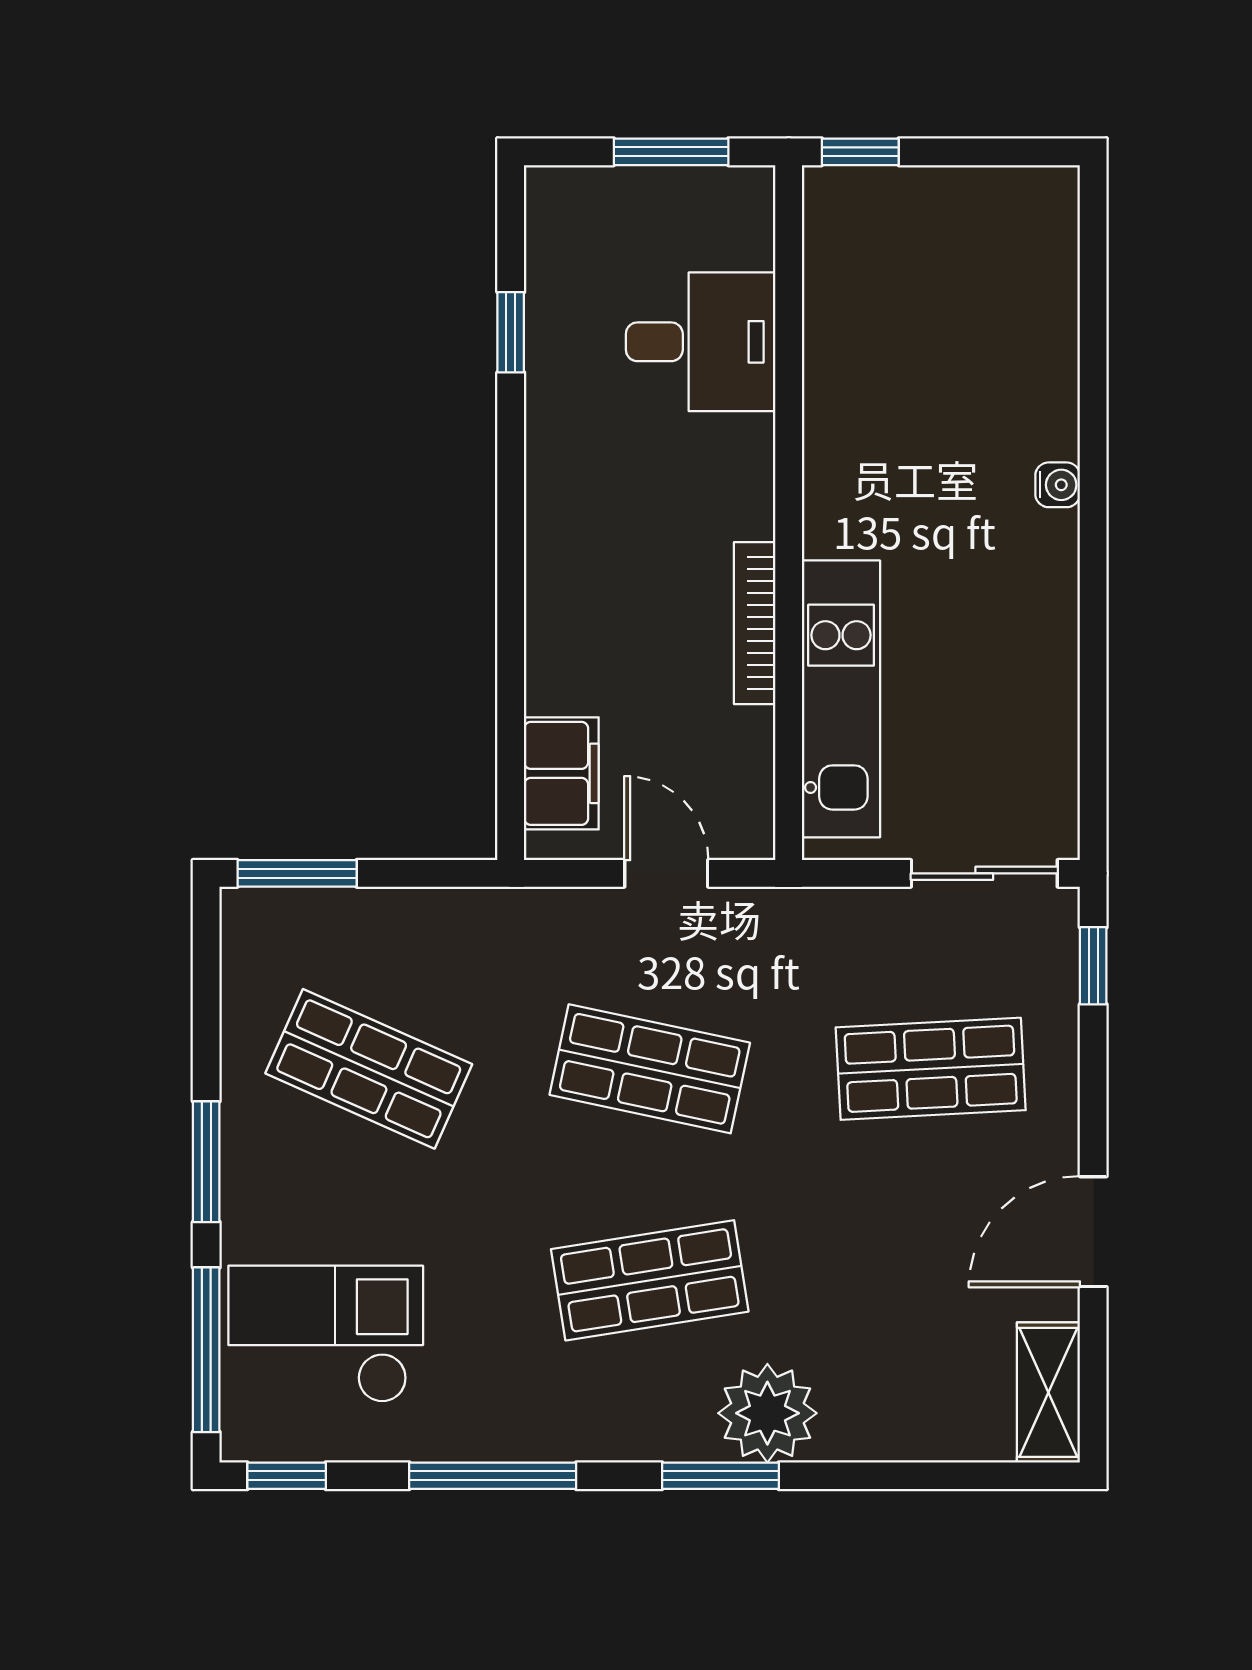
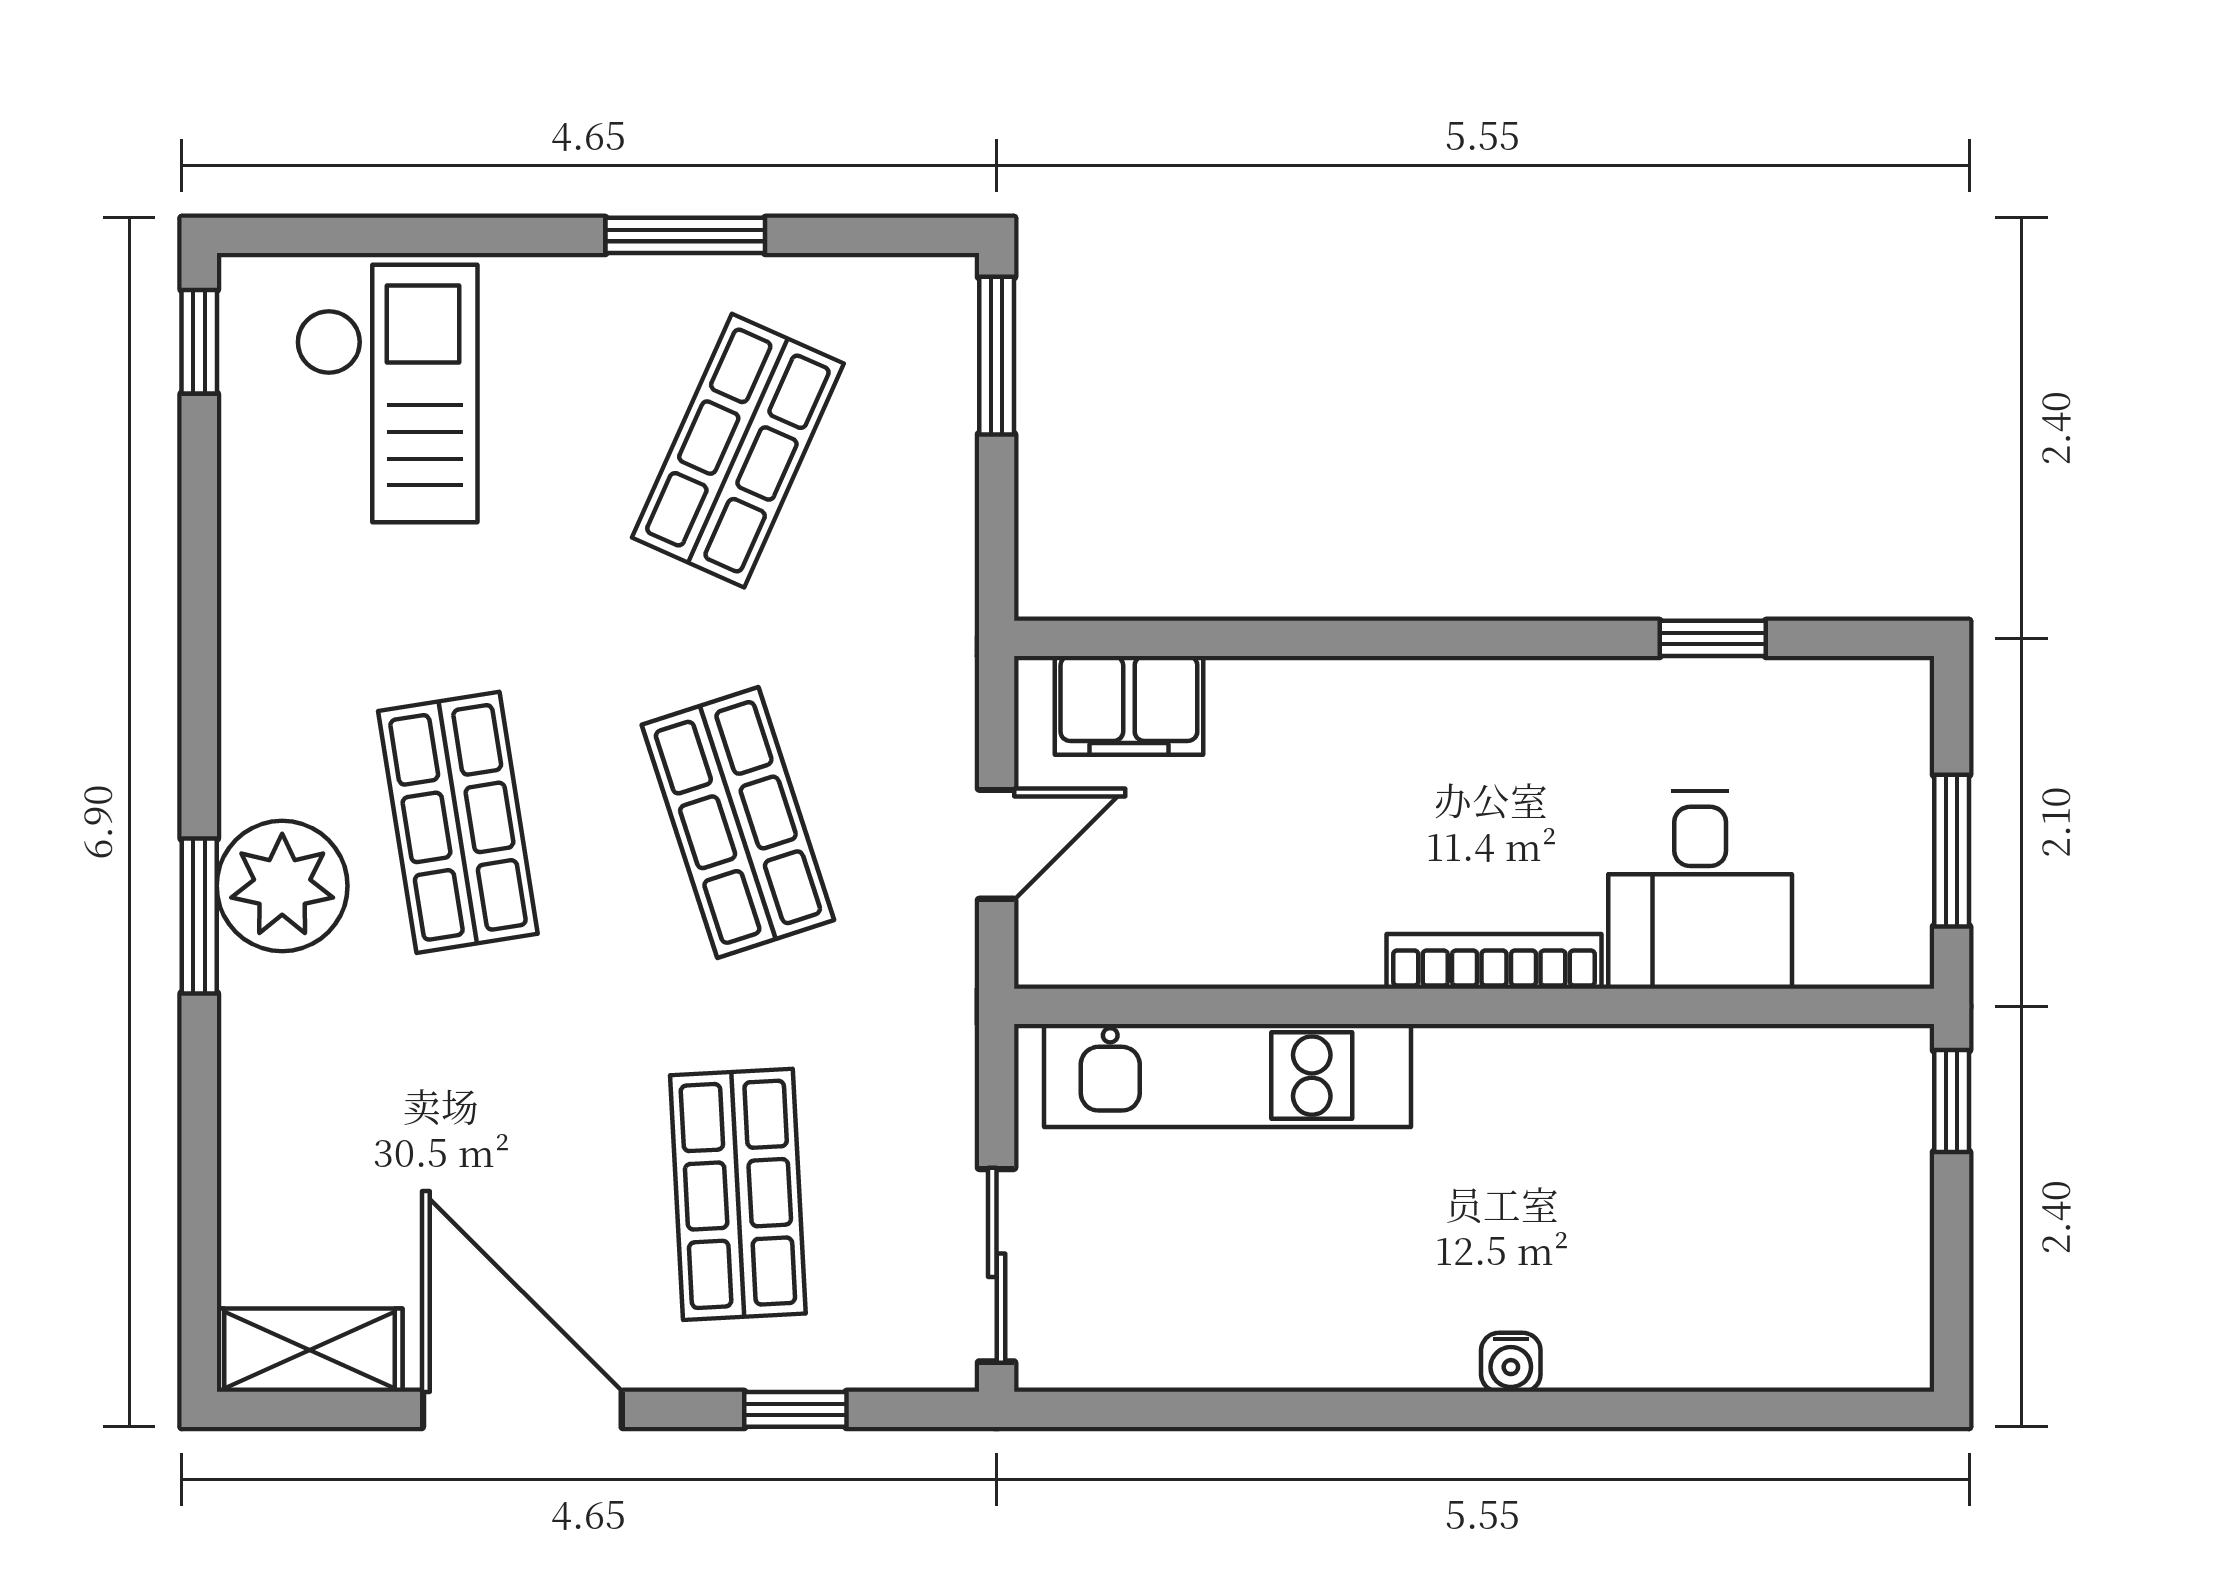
bookcase: (755, 623) -> (1494, 961), moved
window: (1093, 966) -> (795, 1409), moved
shop shelf: (650, 1069) -> (738, 822), turned -30
window: (206, 1162) -> (685, 235), moved
door: (1093, 1232) -> (522, 1409), width x1.36
window: (206, 1350) -> (366, 235), removed
plant: (767, 1413) -> (282, 886), moved
window: (493, 1476) -> (199, 615), removed

